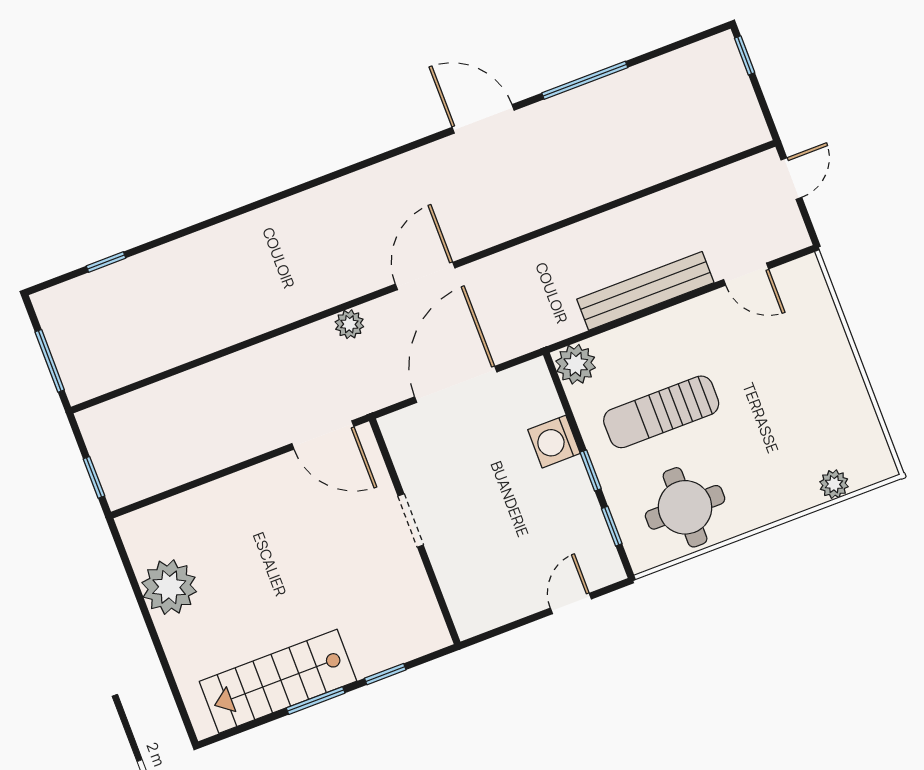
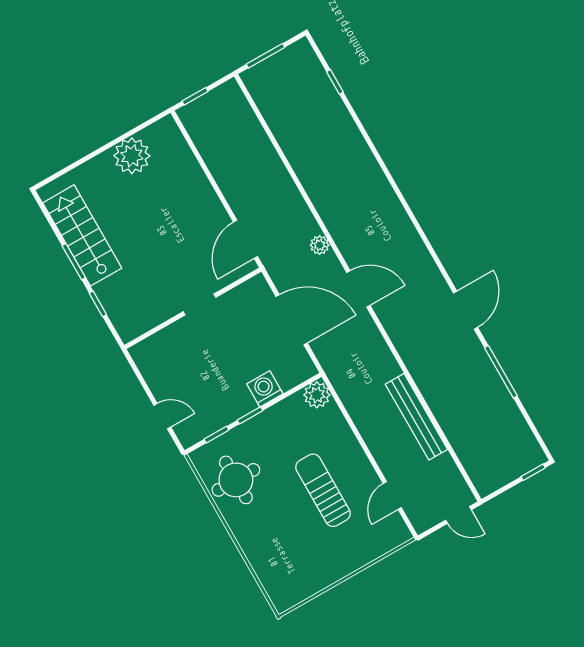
bench: (645, 291) -> (416, 417), moved
sun lounger: (661, 412) -> (323, 490), moved
plant: (834, 484) -> (266, 574), removed

